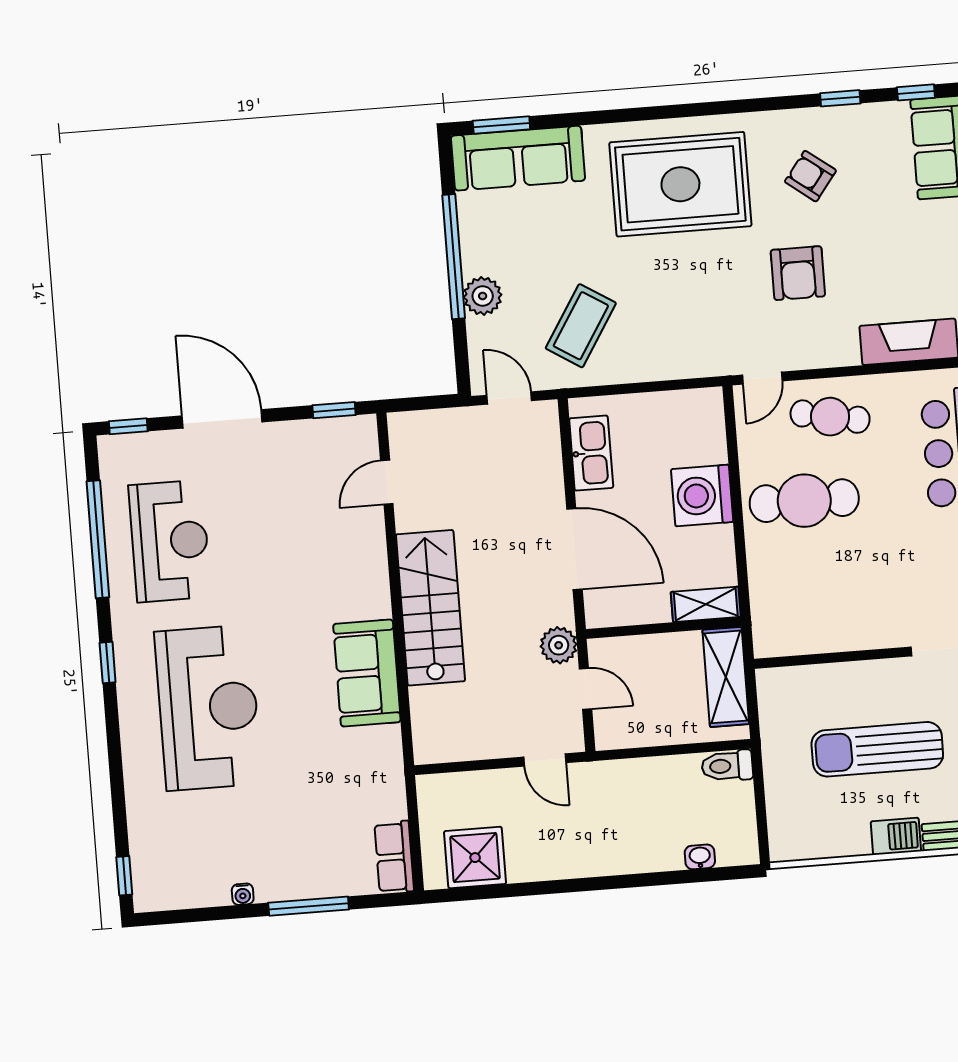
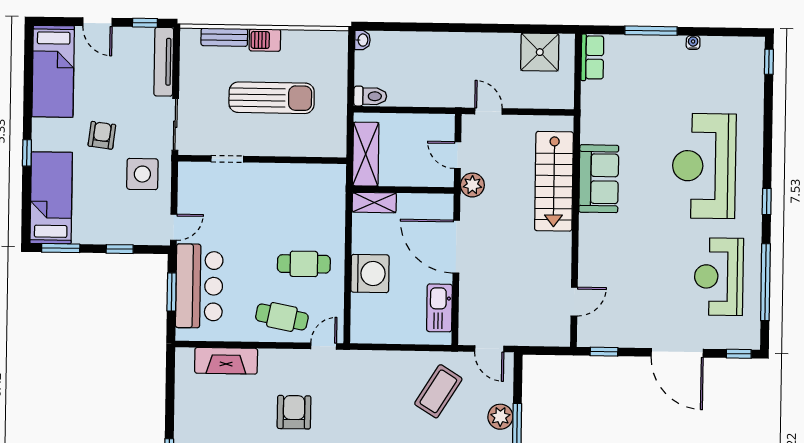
cafe table: (804, 501) -> (304, 264), width x0.73, depth x0.74
stairs: (430, 608) -> (554, 181), moved
washbasin: (700, 857) -> (362, 40), moved, turned -90

